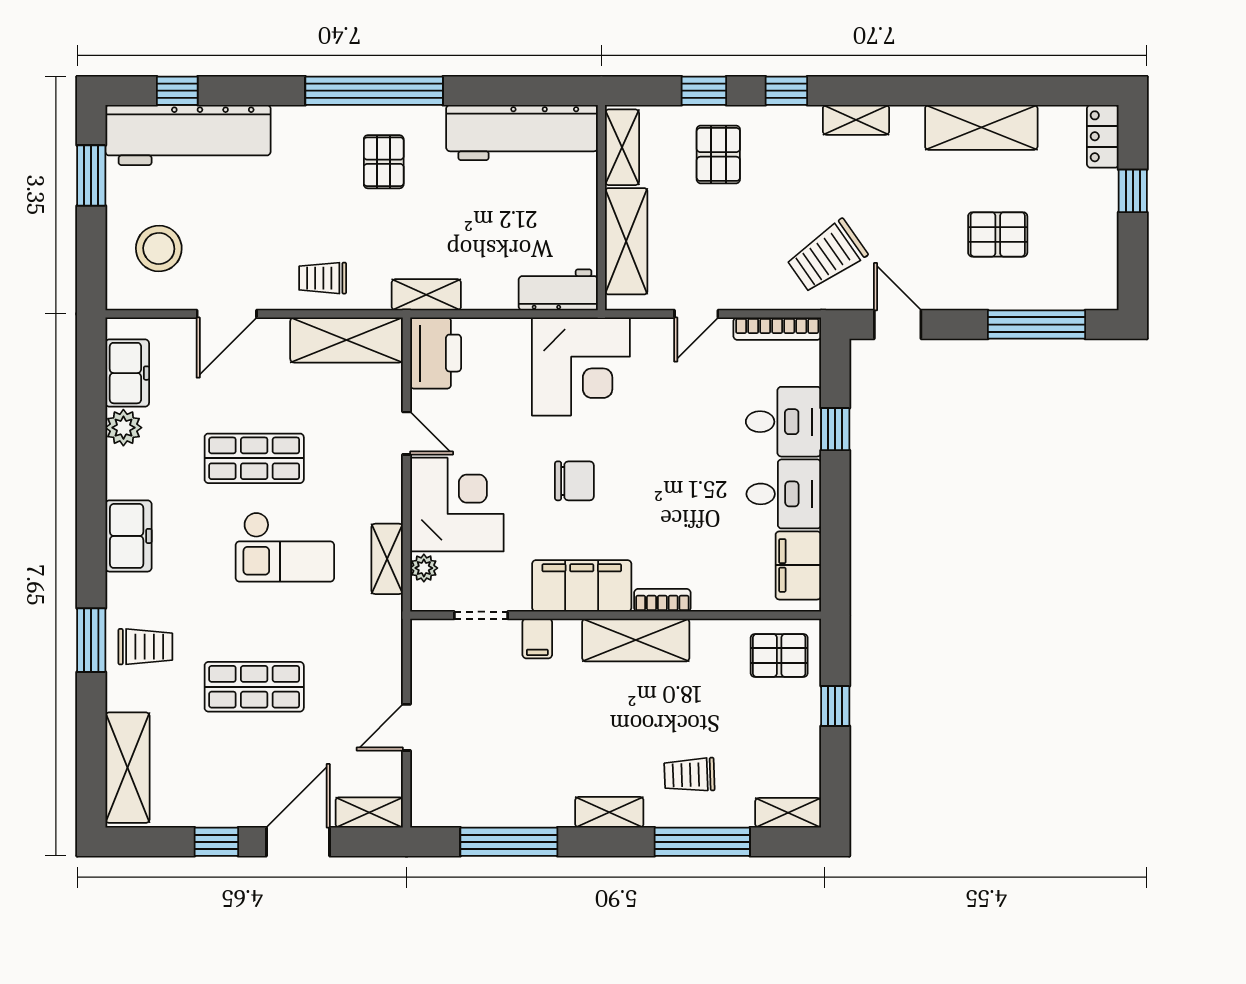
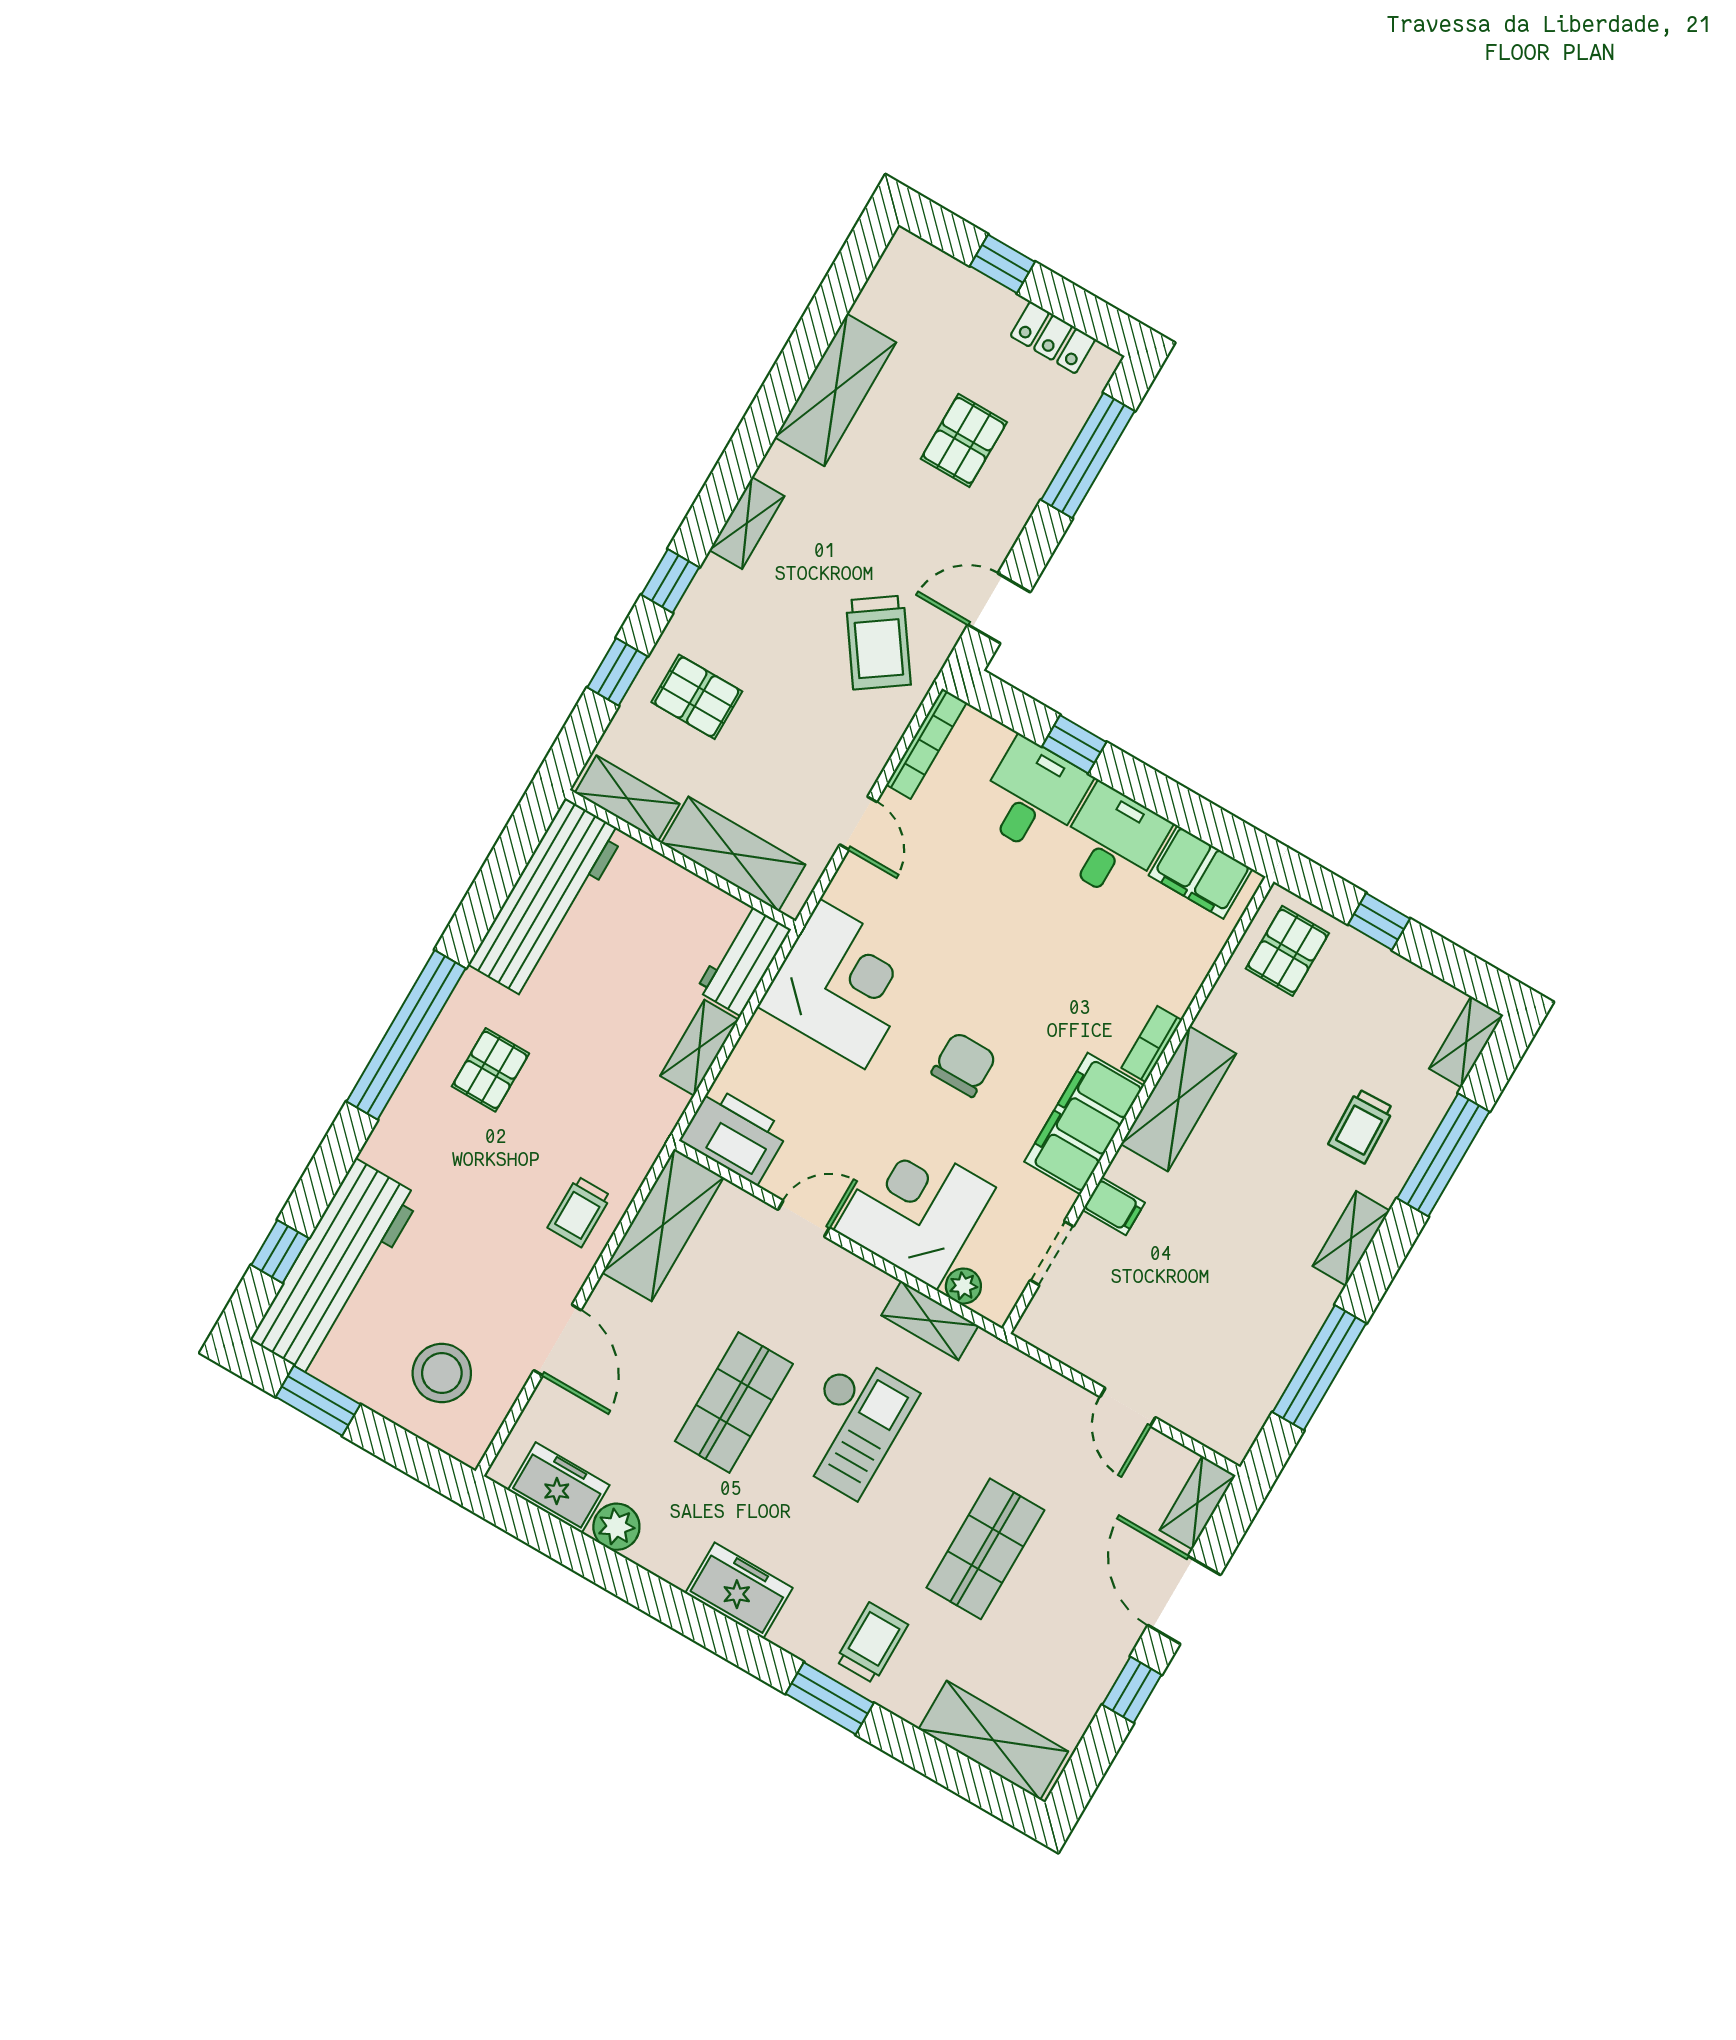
locker: (1103, 136) -> (1053, 337), moved
pallet: (384, 162) -> (490, 1070), turned 90
shelving: (426, 295) -> (699, 1048), moved

